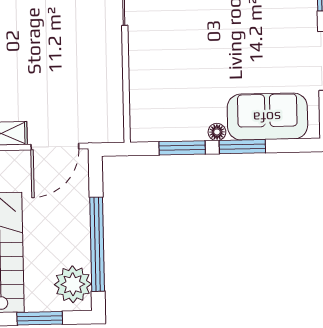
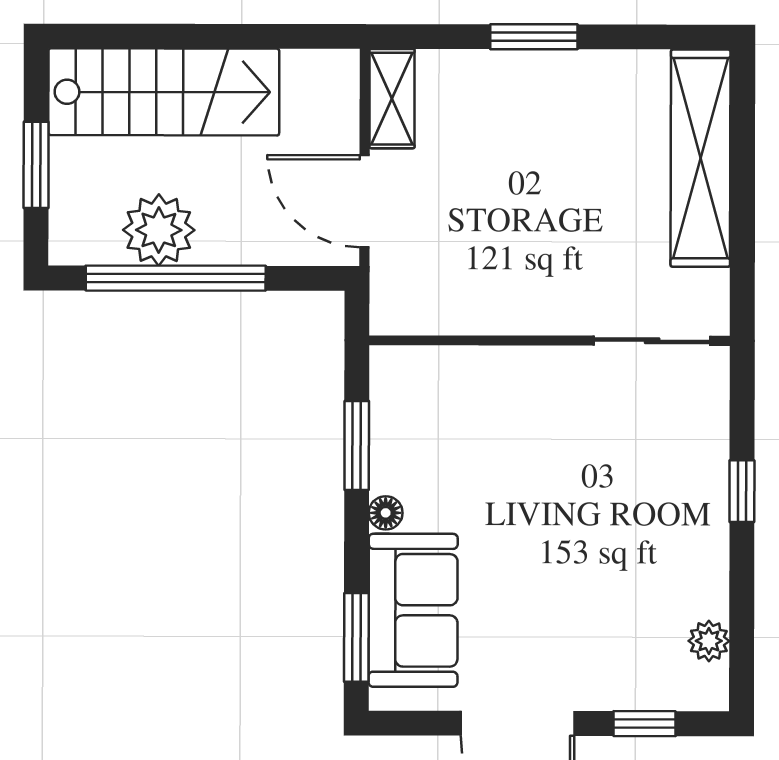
window: (242, 147) -> (356, 637), moved
plant: (73, 284) -> (159, 230), moved

